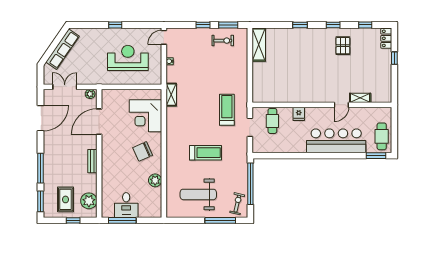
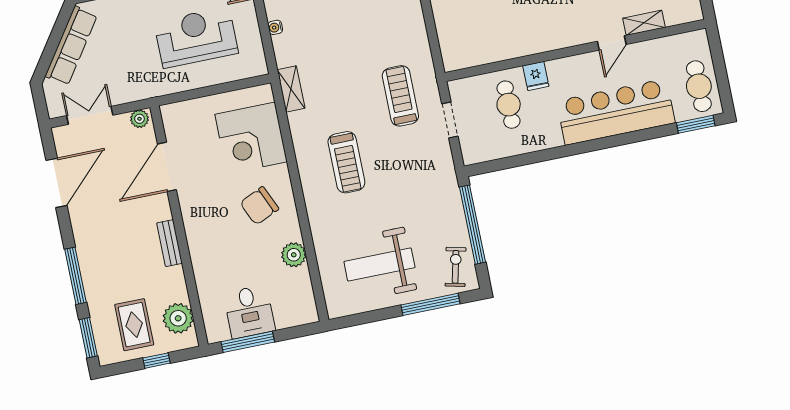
cafe table: (272, 121) -> (509, 105), moved
treadmill: (205, 153) -> (346, 162), moved, turned 90

